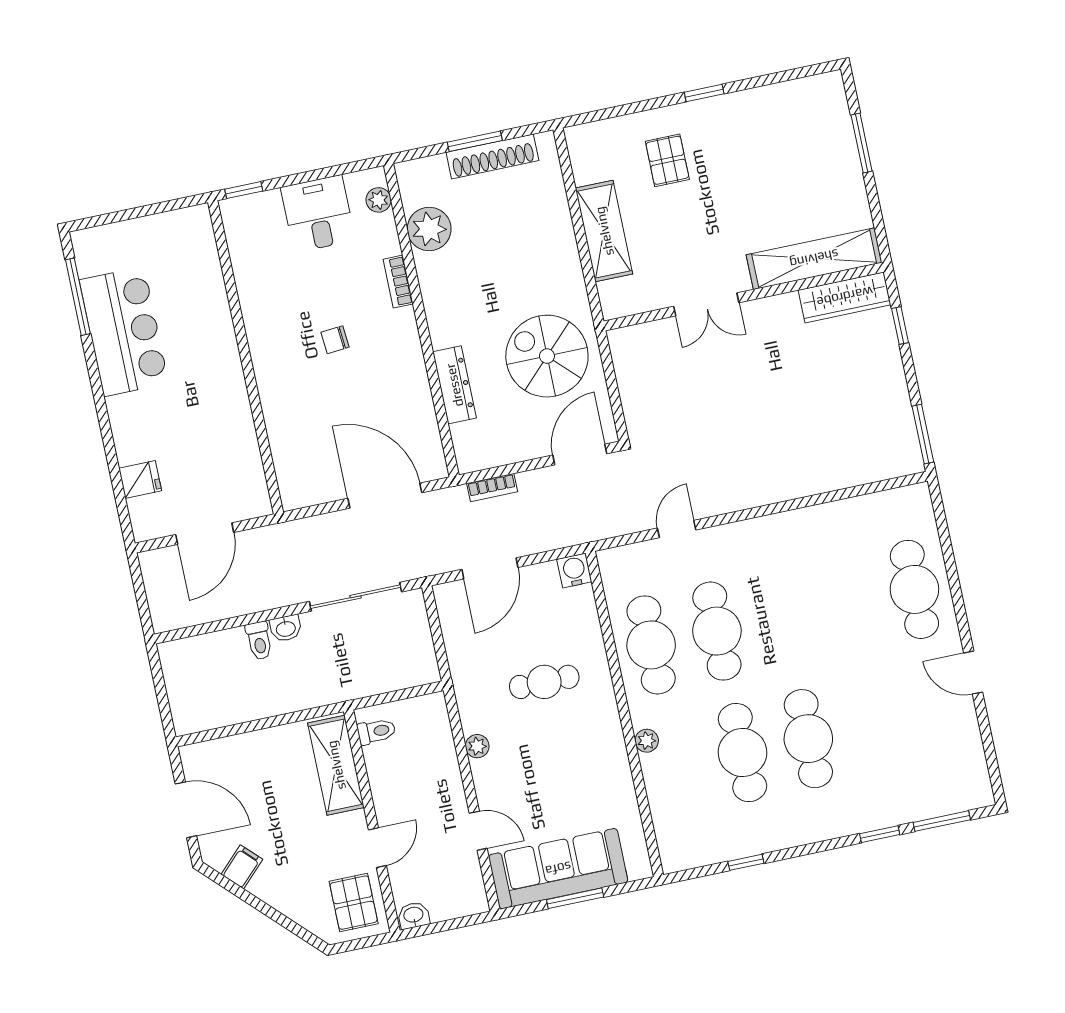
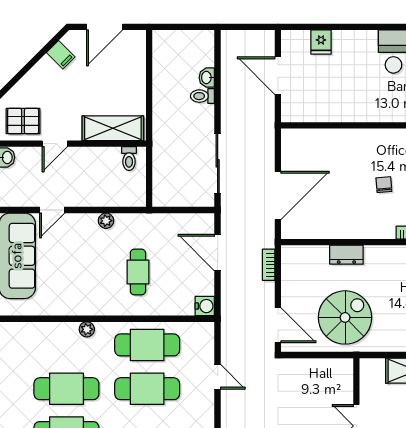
dresser: (454, 385) -> (346, 255), width x0.70
washbasin: (286, 628) -> (207, 78), moved
door: (377, 848) -> (55, 144), hinge flipped

